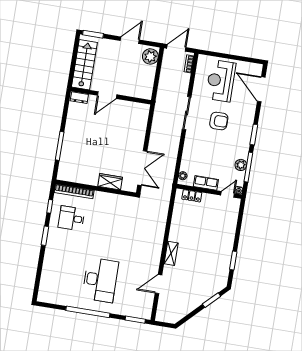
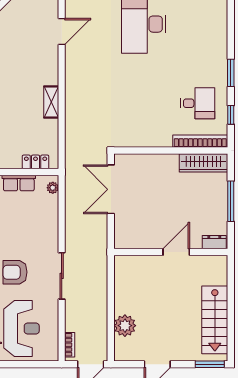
plant: (150, 56) -> (125, 326), moved
door: (107, 95) -> (176, 252), moved
wall: (111, 96) -> (171, 252), moved
dresser: (79, 98) -> (214, 242), moved
wardrobe: (110, 182) -> (204, 163), moved, width x1.50
shelving: (171, 253) -> (51, 102), moved

